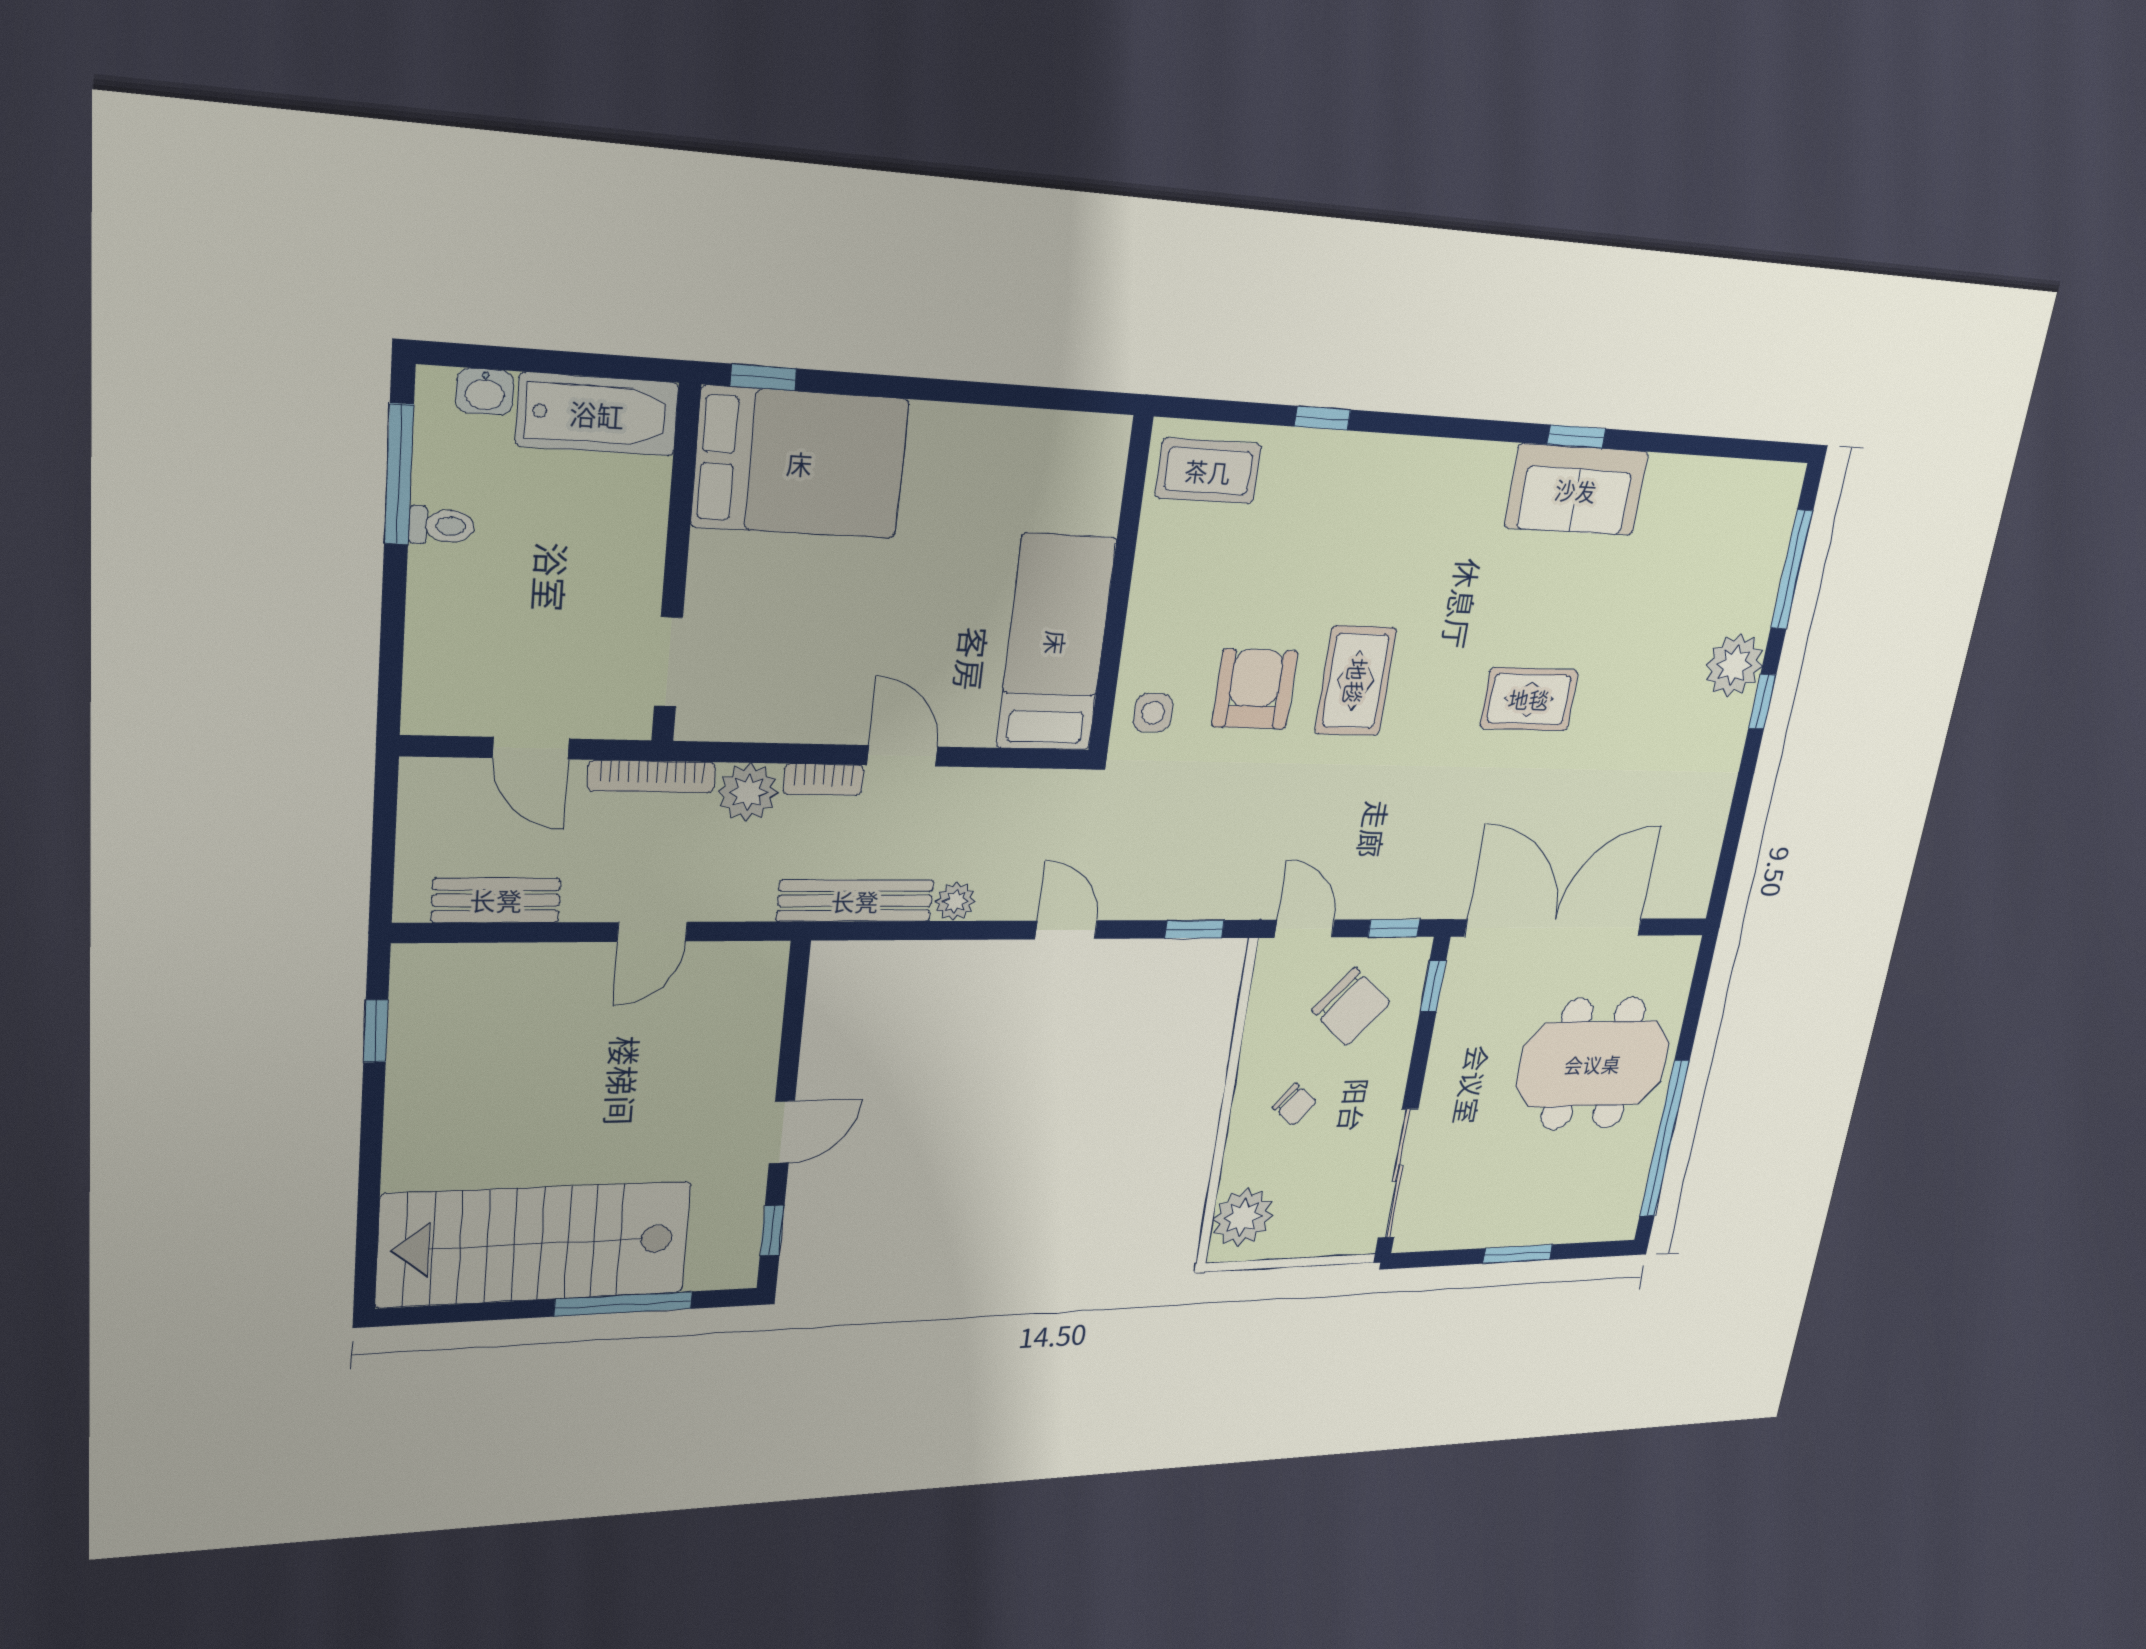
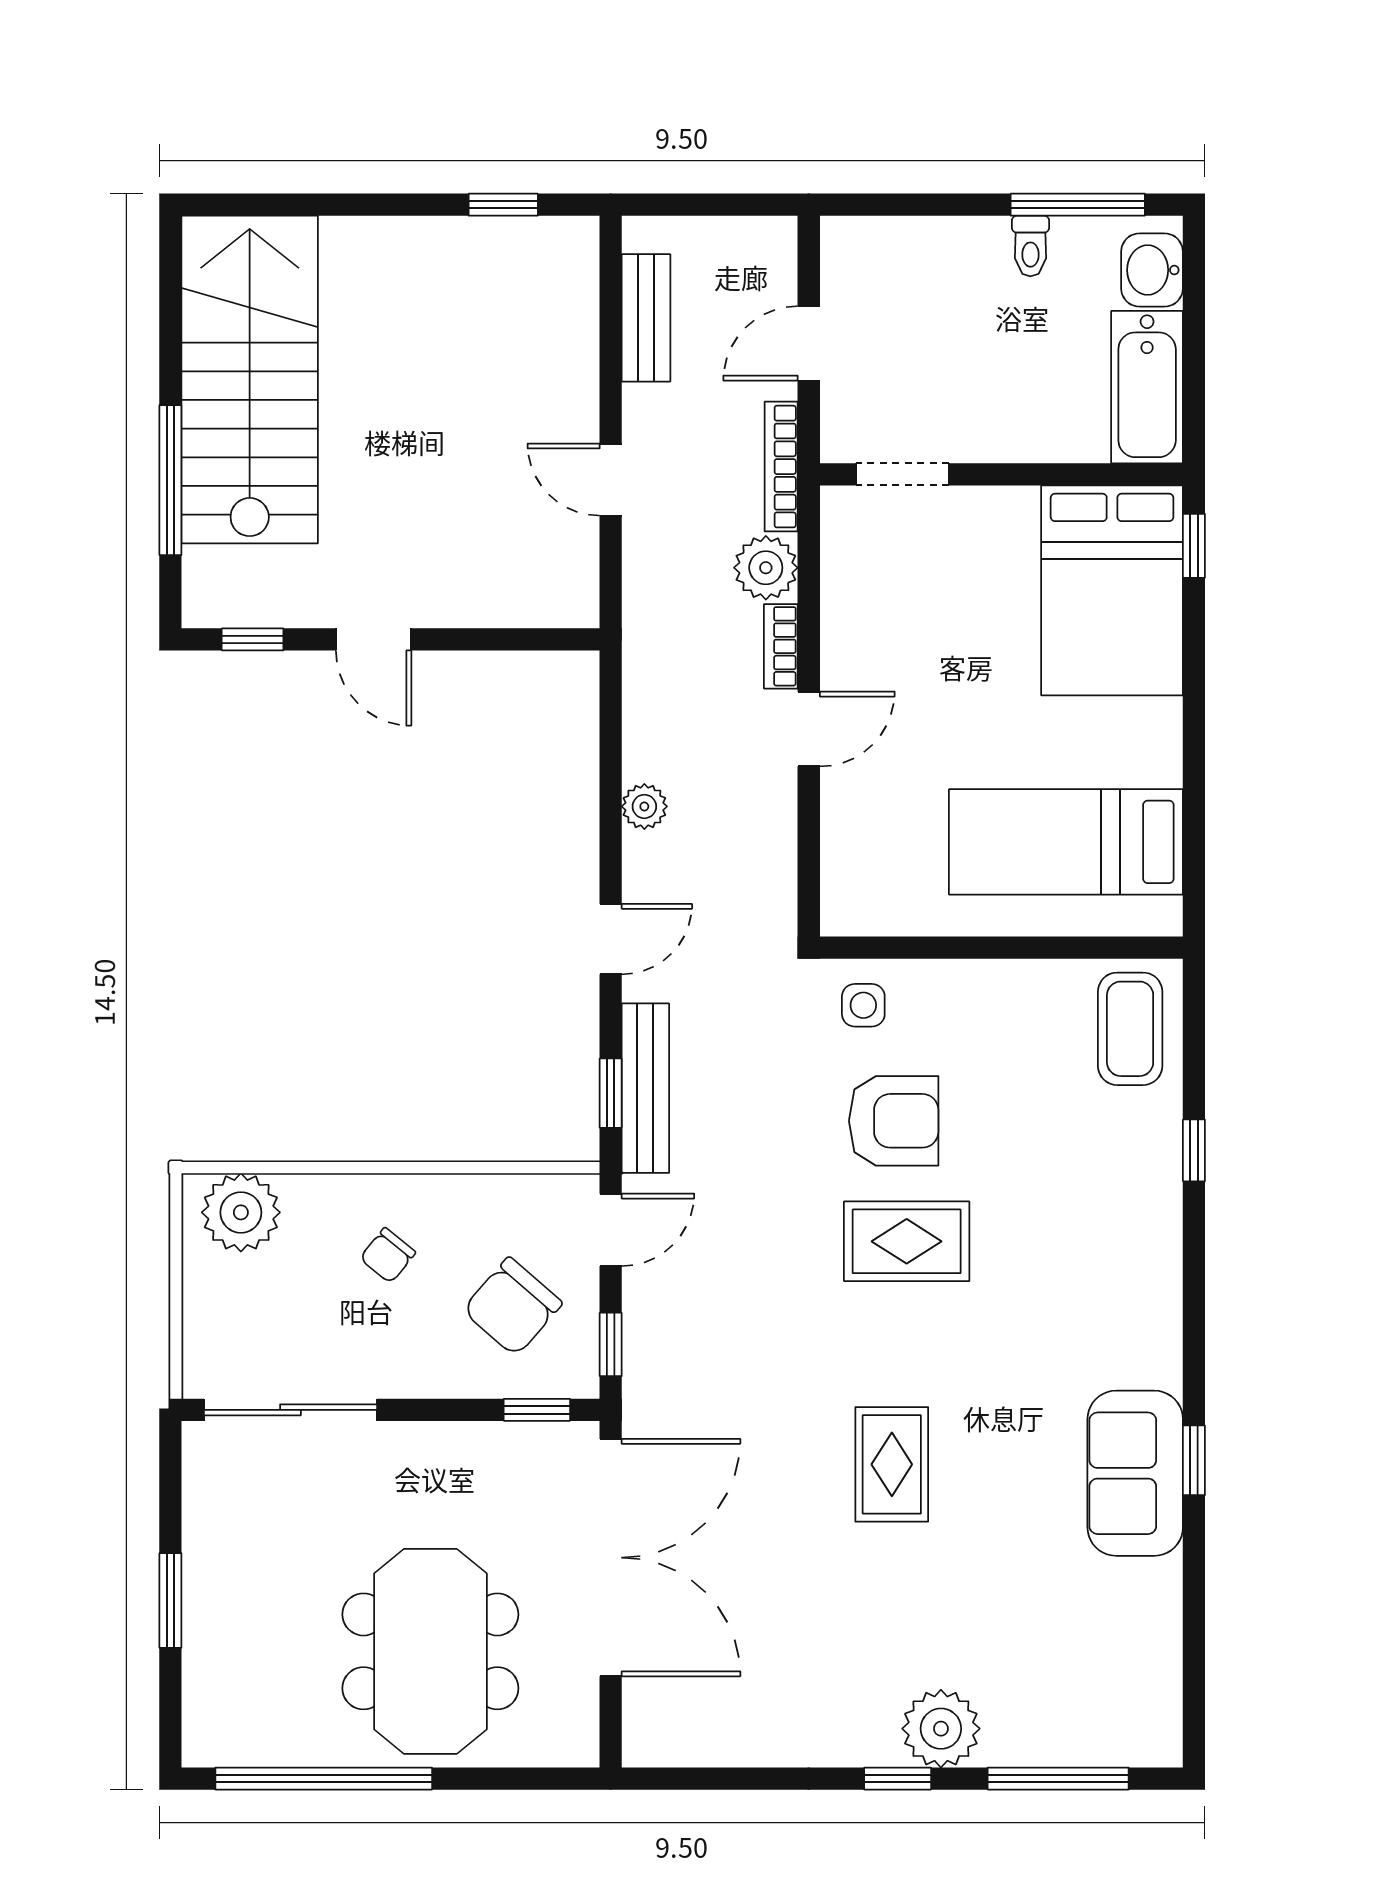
washbasin: (485, 392) -> (1152, 270), width x1.38, depth x1.45
bed: (1056, 643) -> (1066, 842), moved, turned 180
bench: (855, 901) -> (645, 1088), moved

